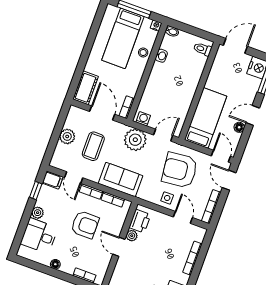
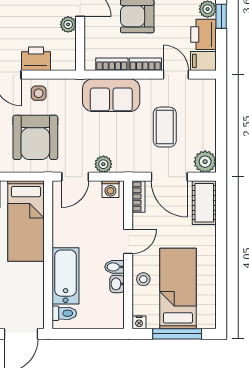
bidet: (172, 31) -> (115, 267), moved
bathtub: (193, 73) -> (66, 276), added
door: (144, 81) -> (128, 241), added
plant: (67, 136) -> (205, 162), moved
plant: (135, 140) -> (103, 164), width x0.53, depth x0.53
armchair: (180, 170) -> (35, 137), turned 96
window: (36, 191) -> (221, 16), moved
printer: (46, 197) -> (204, 34), added
printer: (140, 221) -> (36, 59), moved, turned 90

